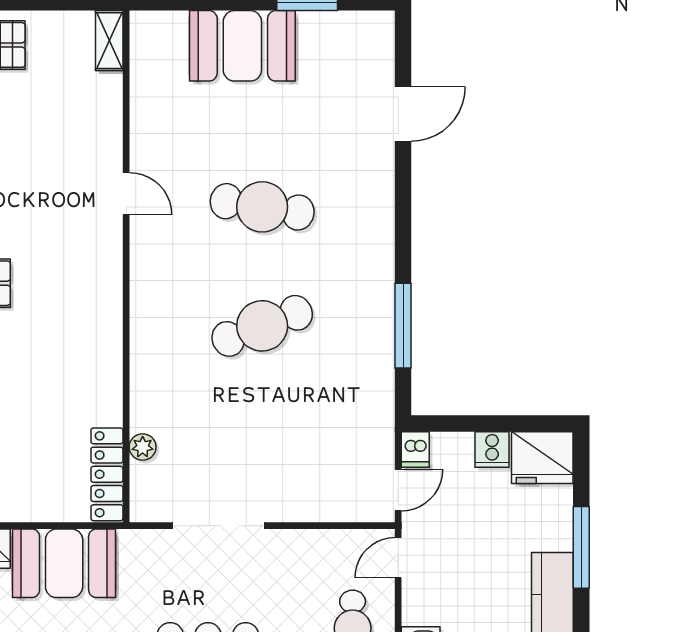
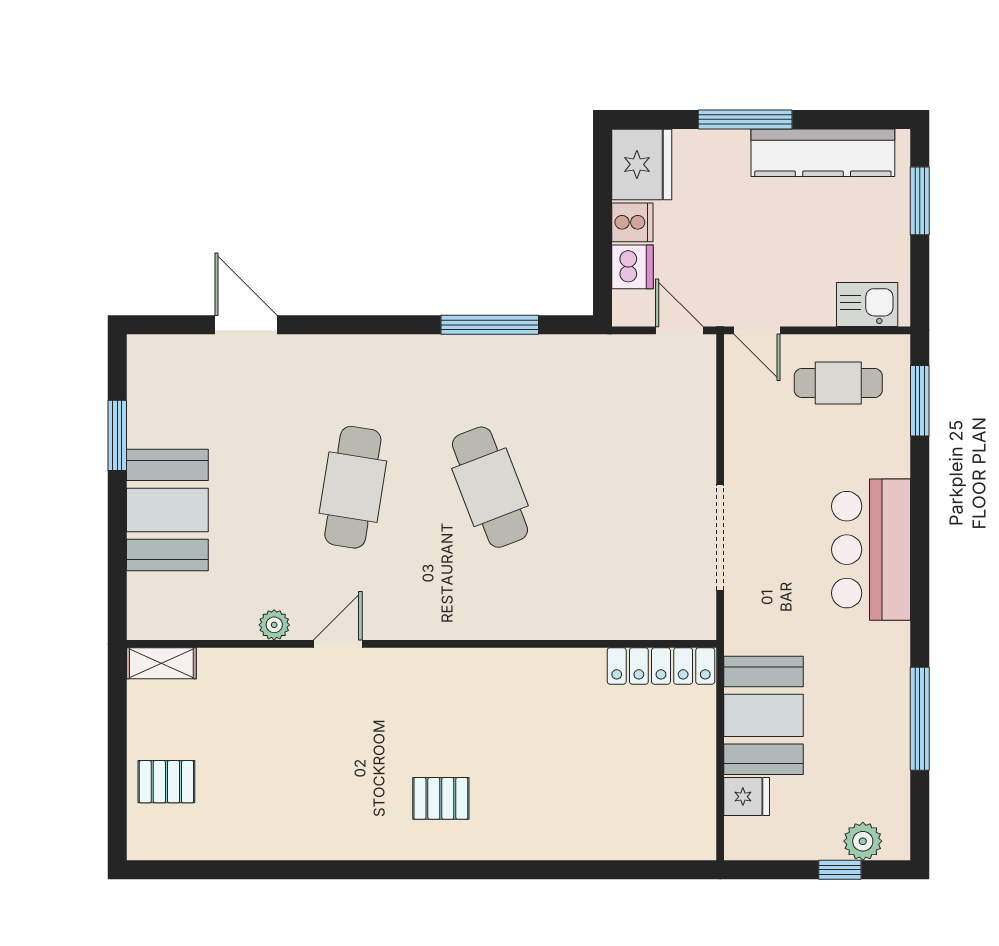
plant: (143, 447) -> (274, 625), moved
dishwasher: (415, 449) -> (632, 267), moved, width x1.38

